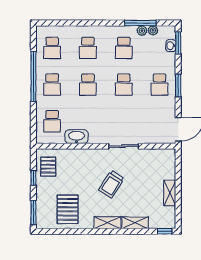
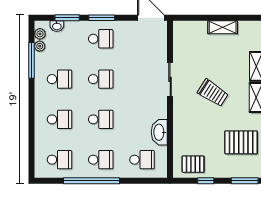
plant: (142, 31) -> (40, 34), moved
window: (178, 43) -> (67, 18), moved

